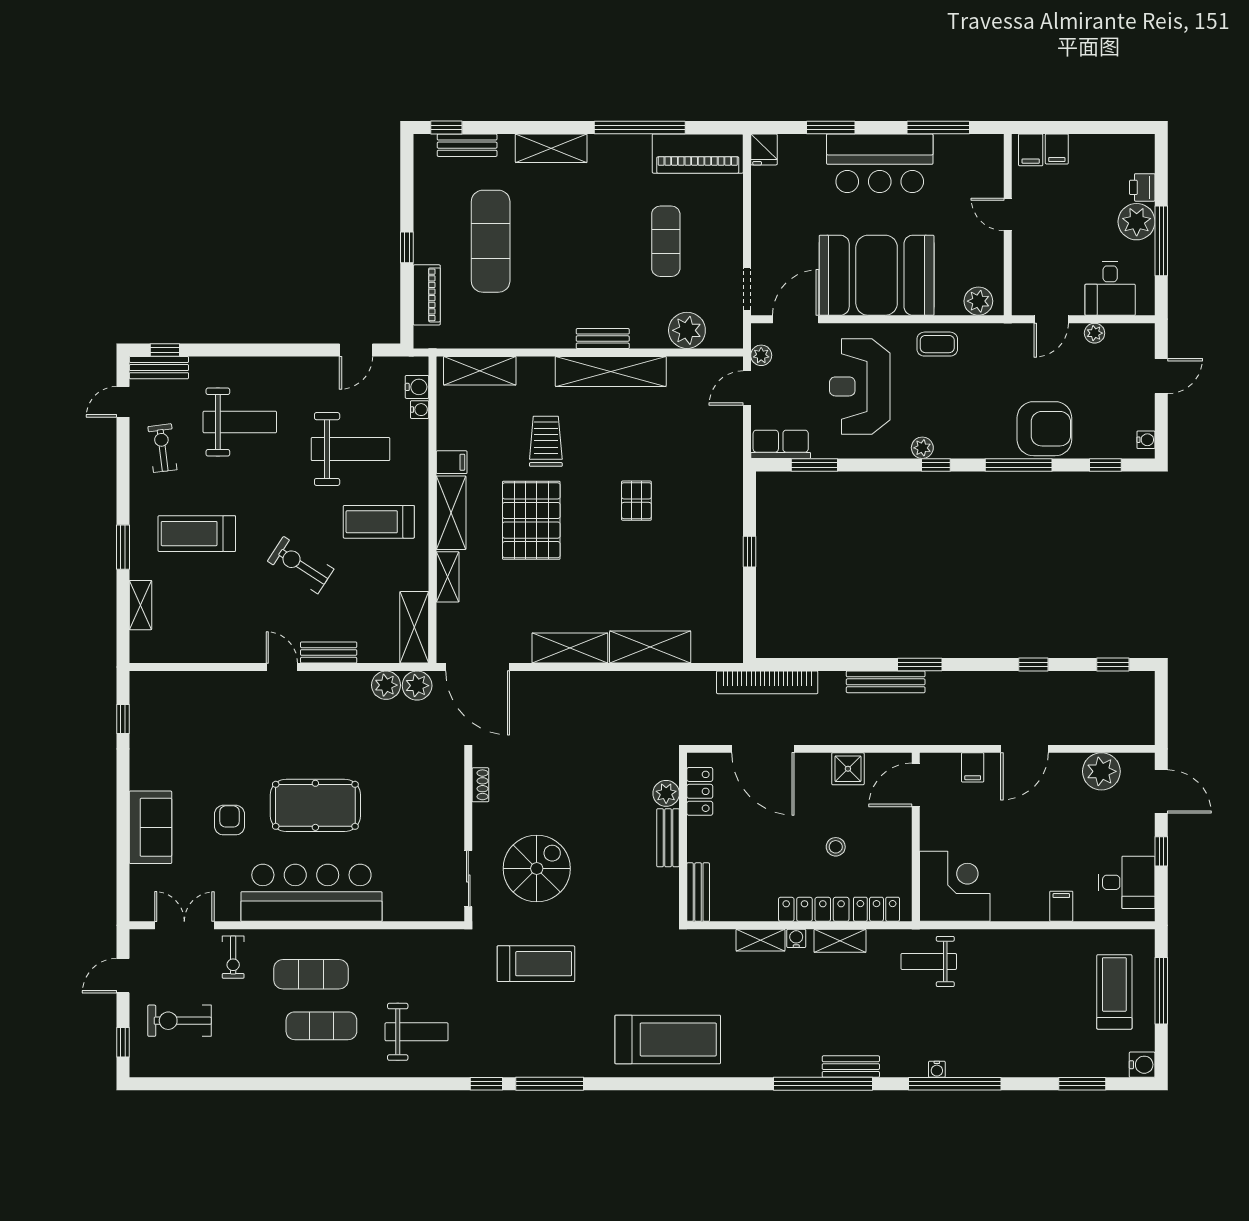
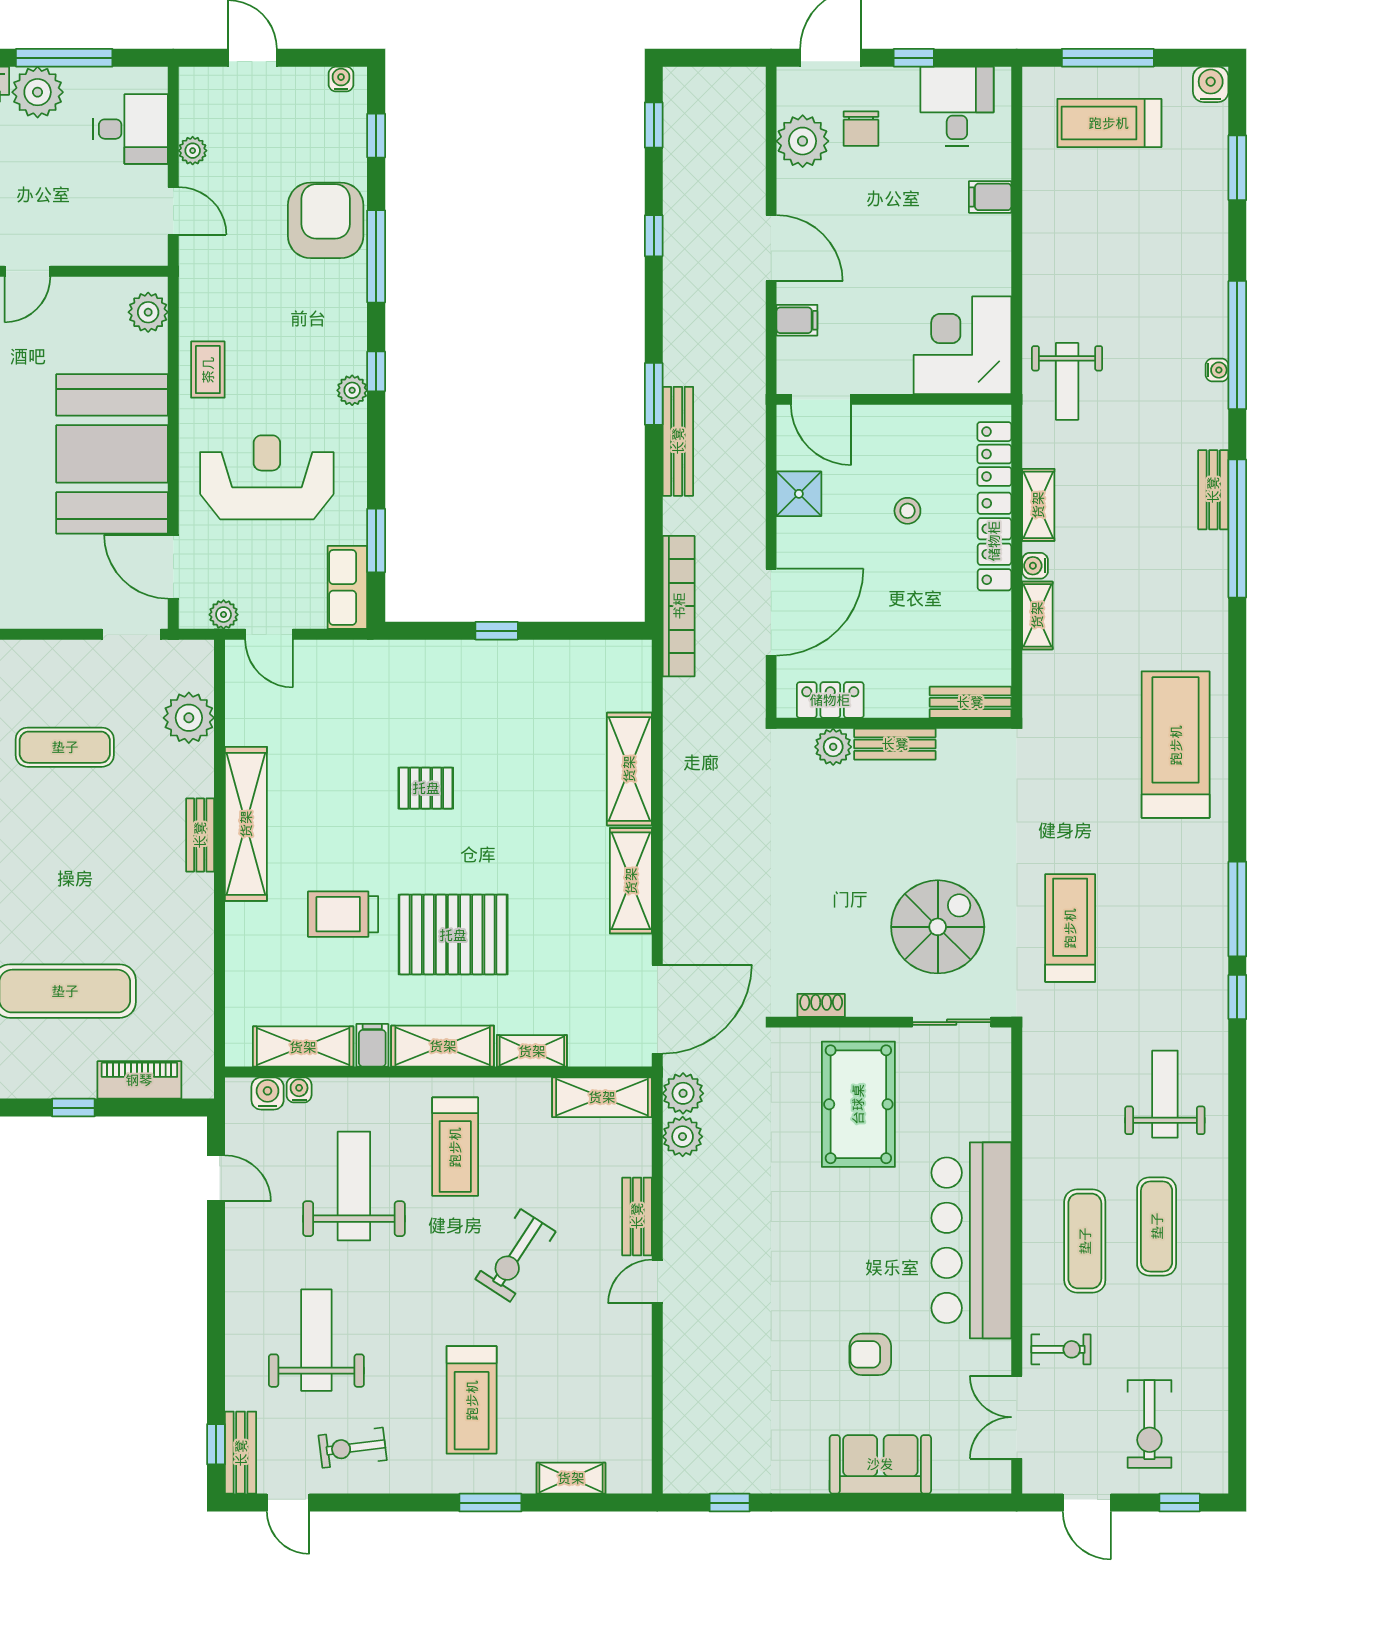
shelving: (480, 371) -> (303, 1047), moved, turned 90
reception desk: (860, 386) -> (267, 477), turned 180
pool table: (315, 805) -> (858, 1104), moved
chair: (1110, 813) -> (861, 129), added
spiral stairs: (537, 869) -> (938, 927), turned 90

